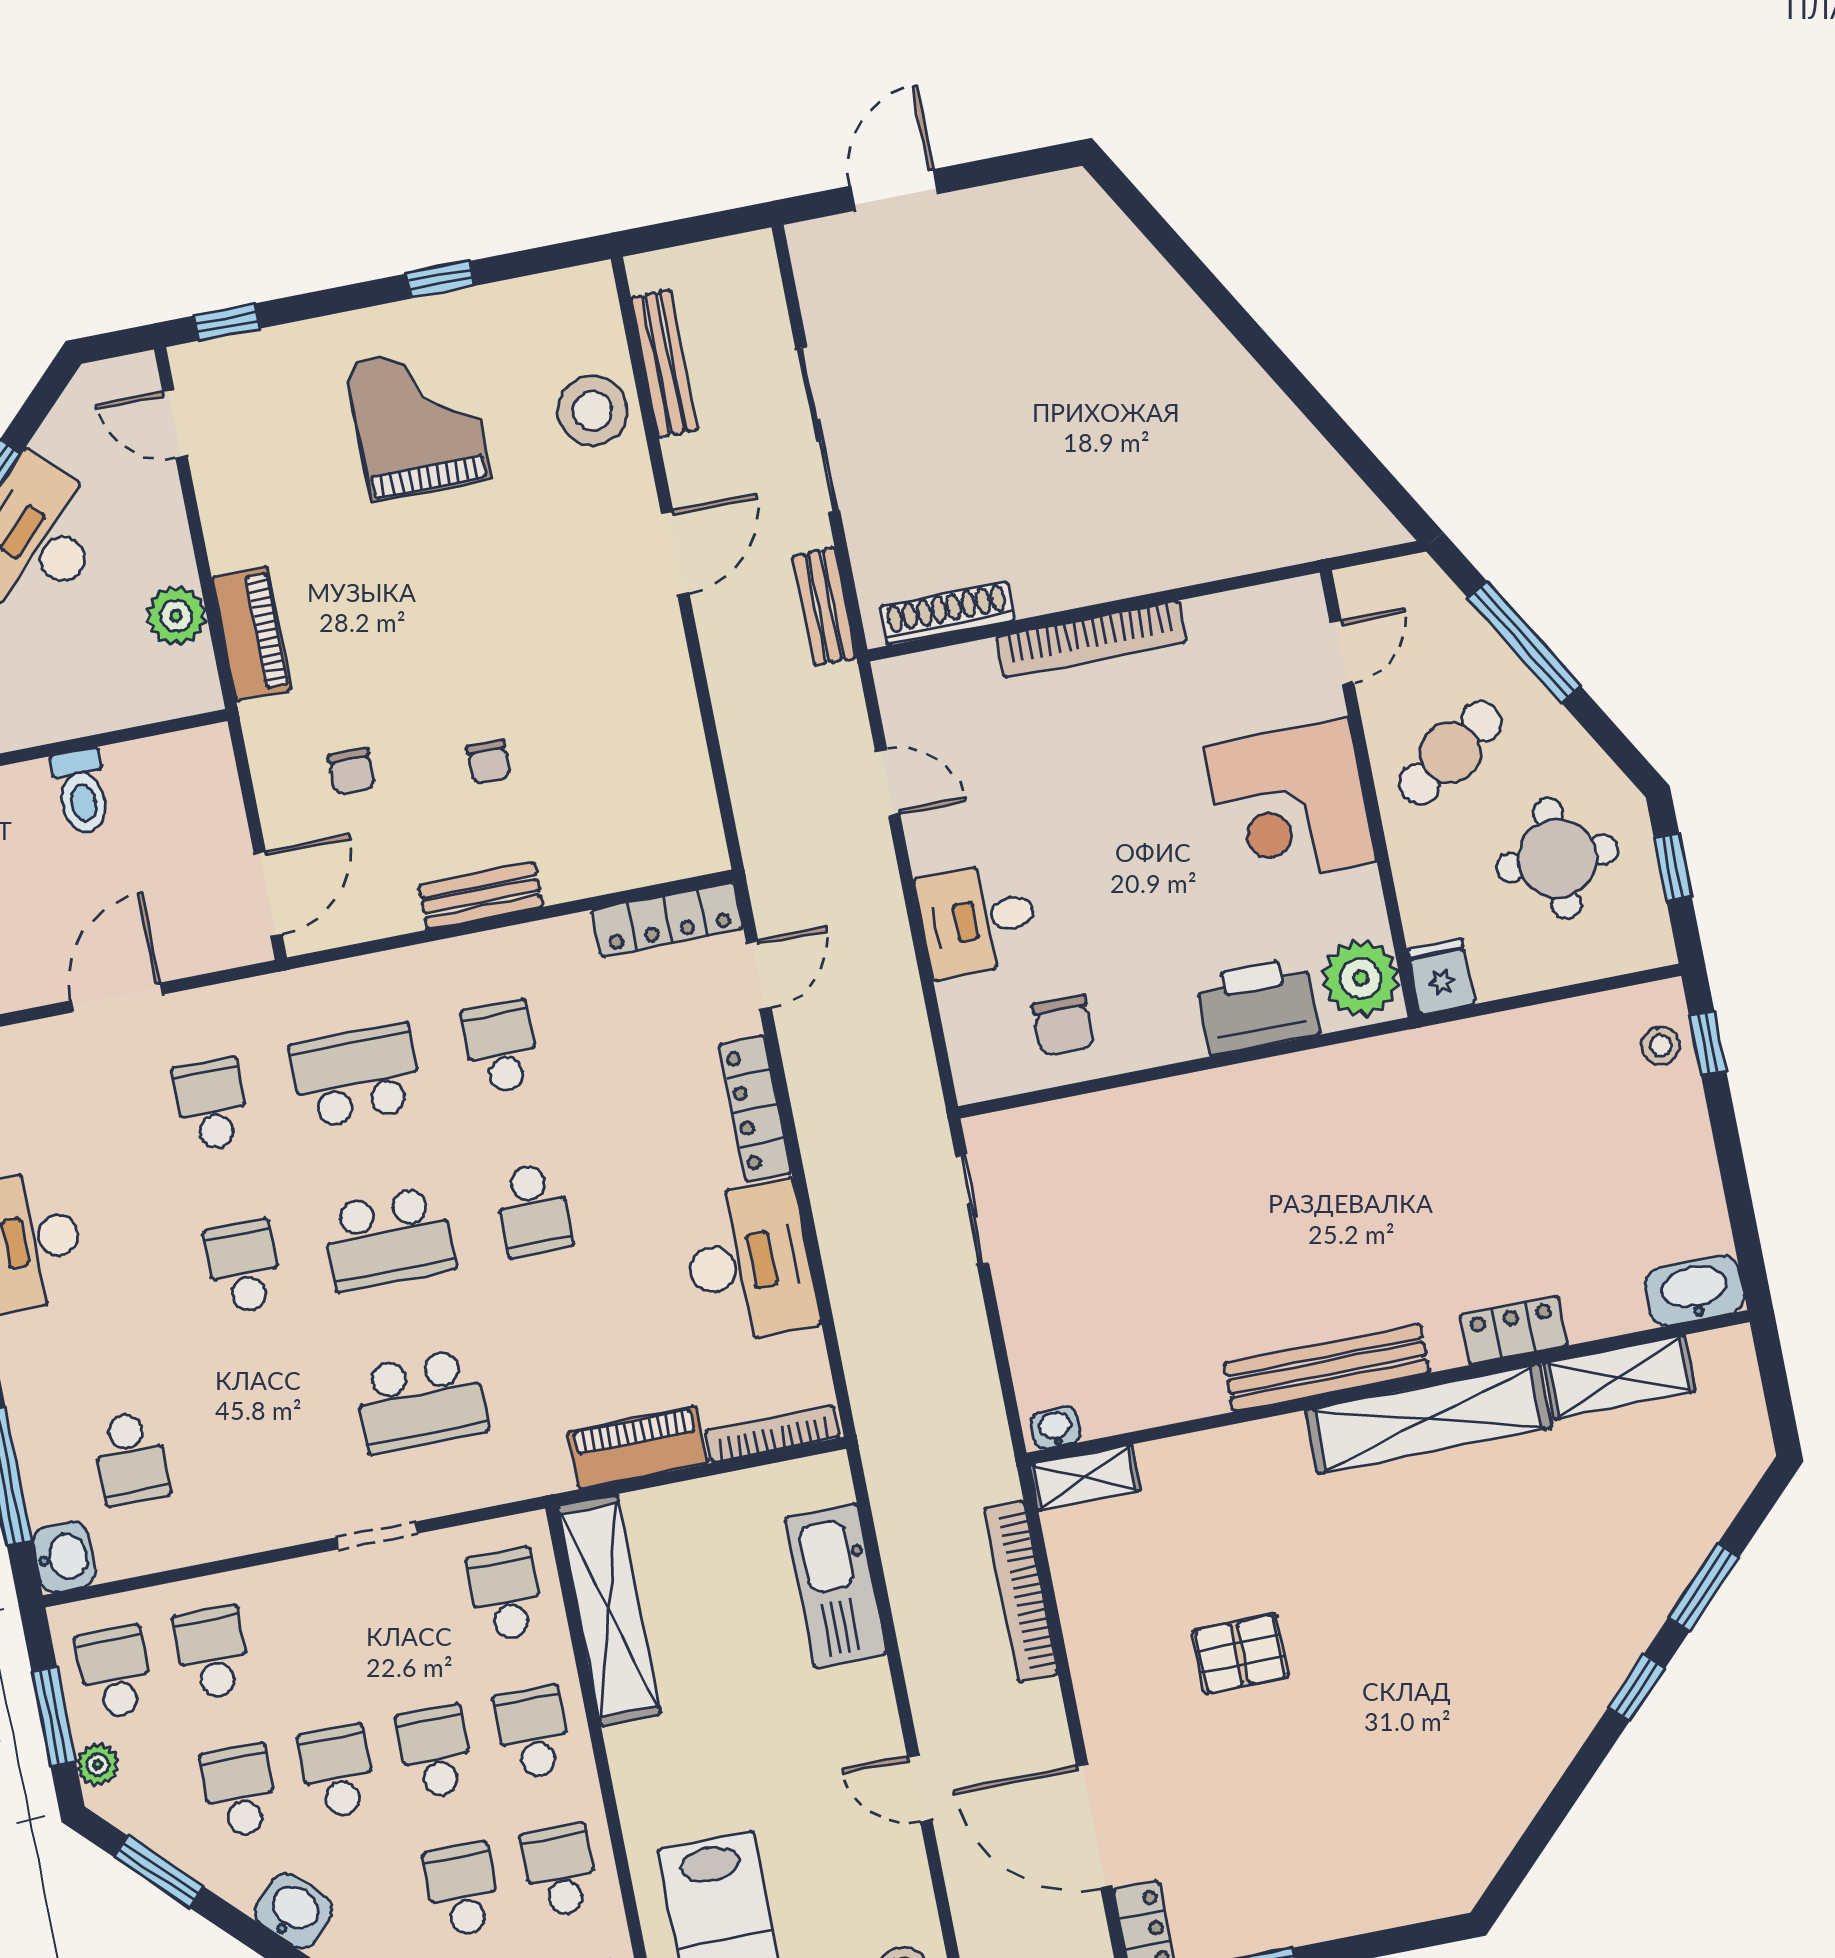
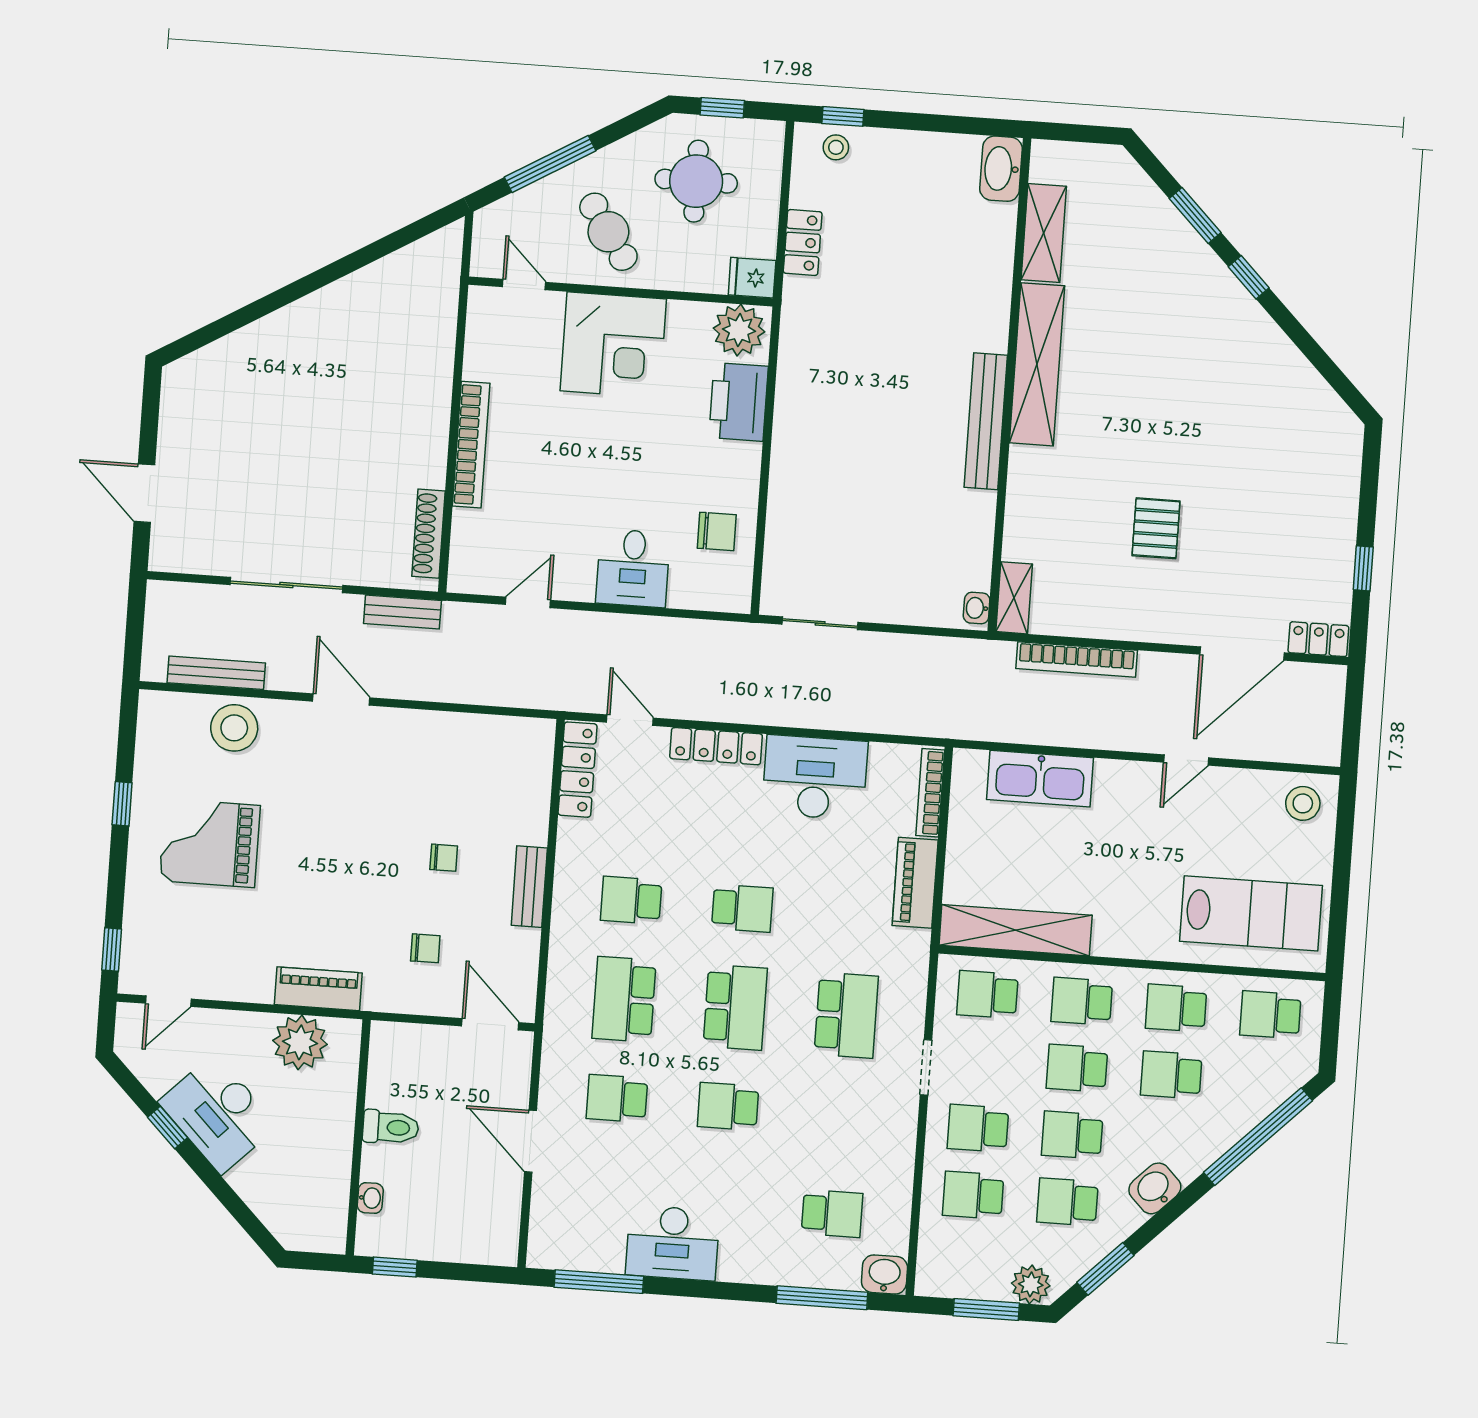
plant: (176, 616) -> (300, 1042), width x1.36, depth x1.36
locker: (1513, 1330) -> (803, 243), moved, turned 180
school desk: (115, 1673) -> (978, 1128), moved
plant: (98, 1765) -> (1031, 1284), width x1.38, depth x1.38

